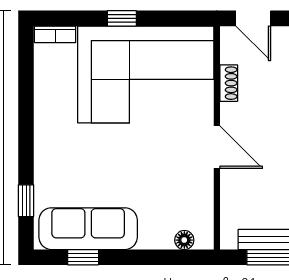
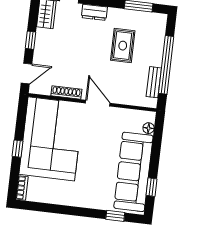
shoe rack: (229, 83) -> (66, 92), width x1.43
door: (217, 147) -> (98, 103), hinge flipped
sofa: (88, 229) -> (133, 172), width x1.36, depth x1.27

